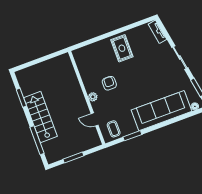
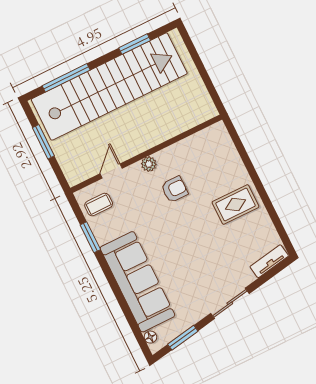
stairs: (40, 117) -> (109, 86), width x1.86, depth x1.51

